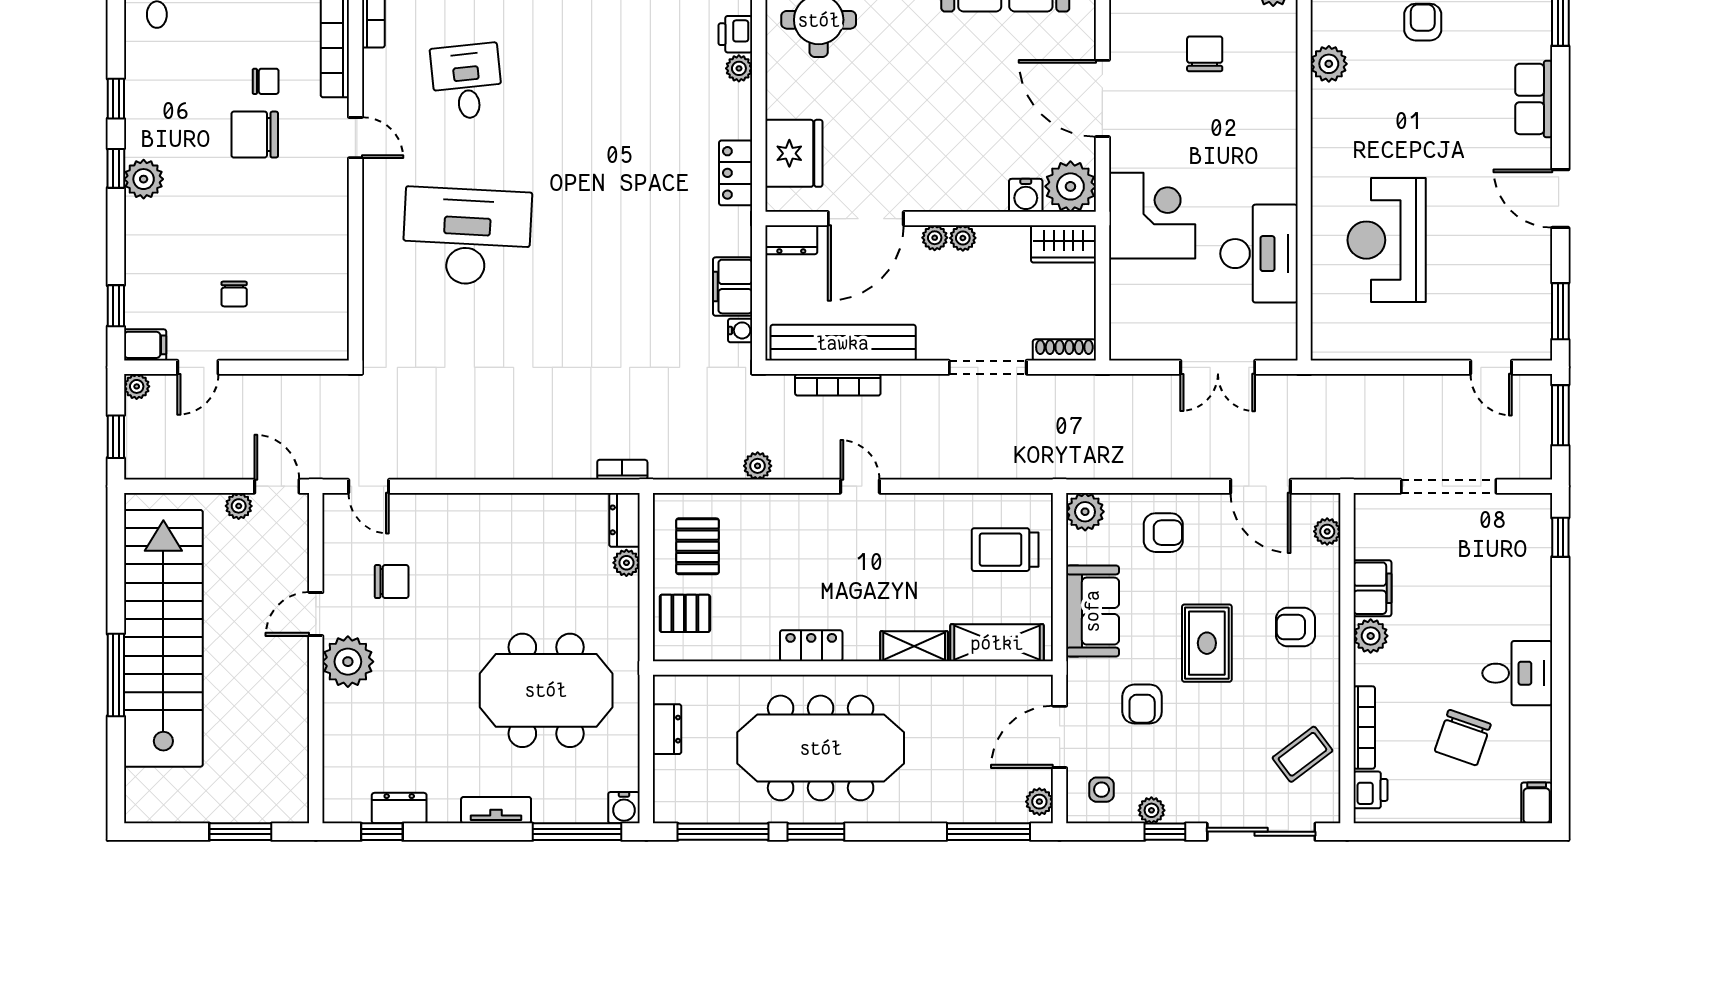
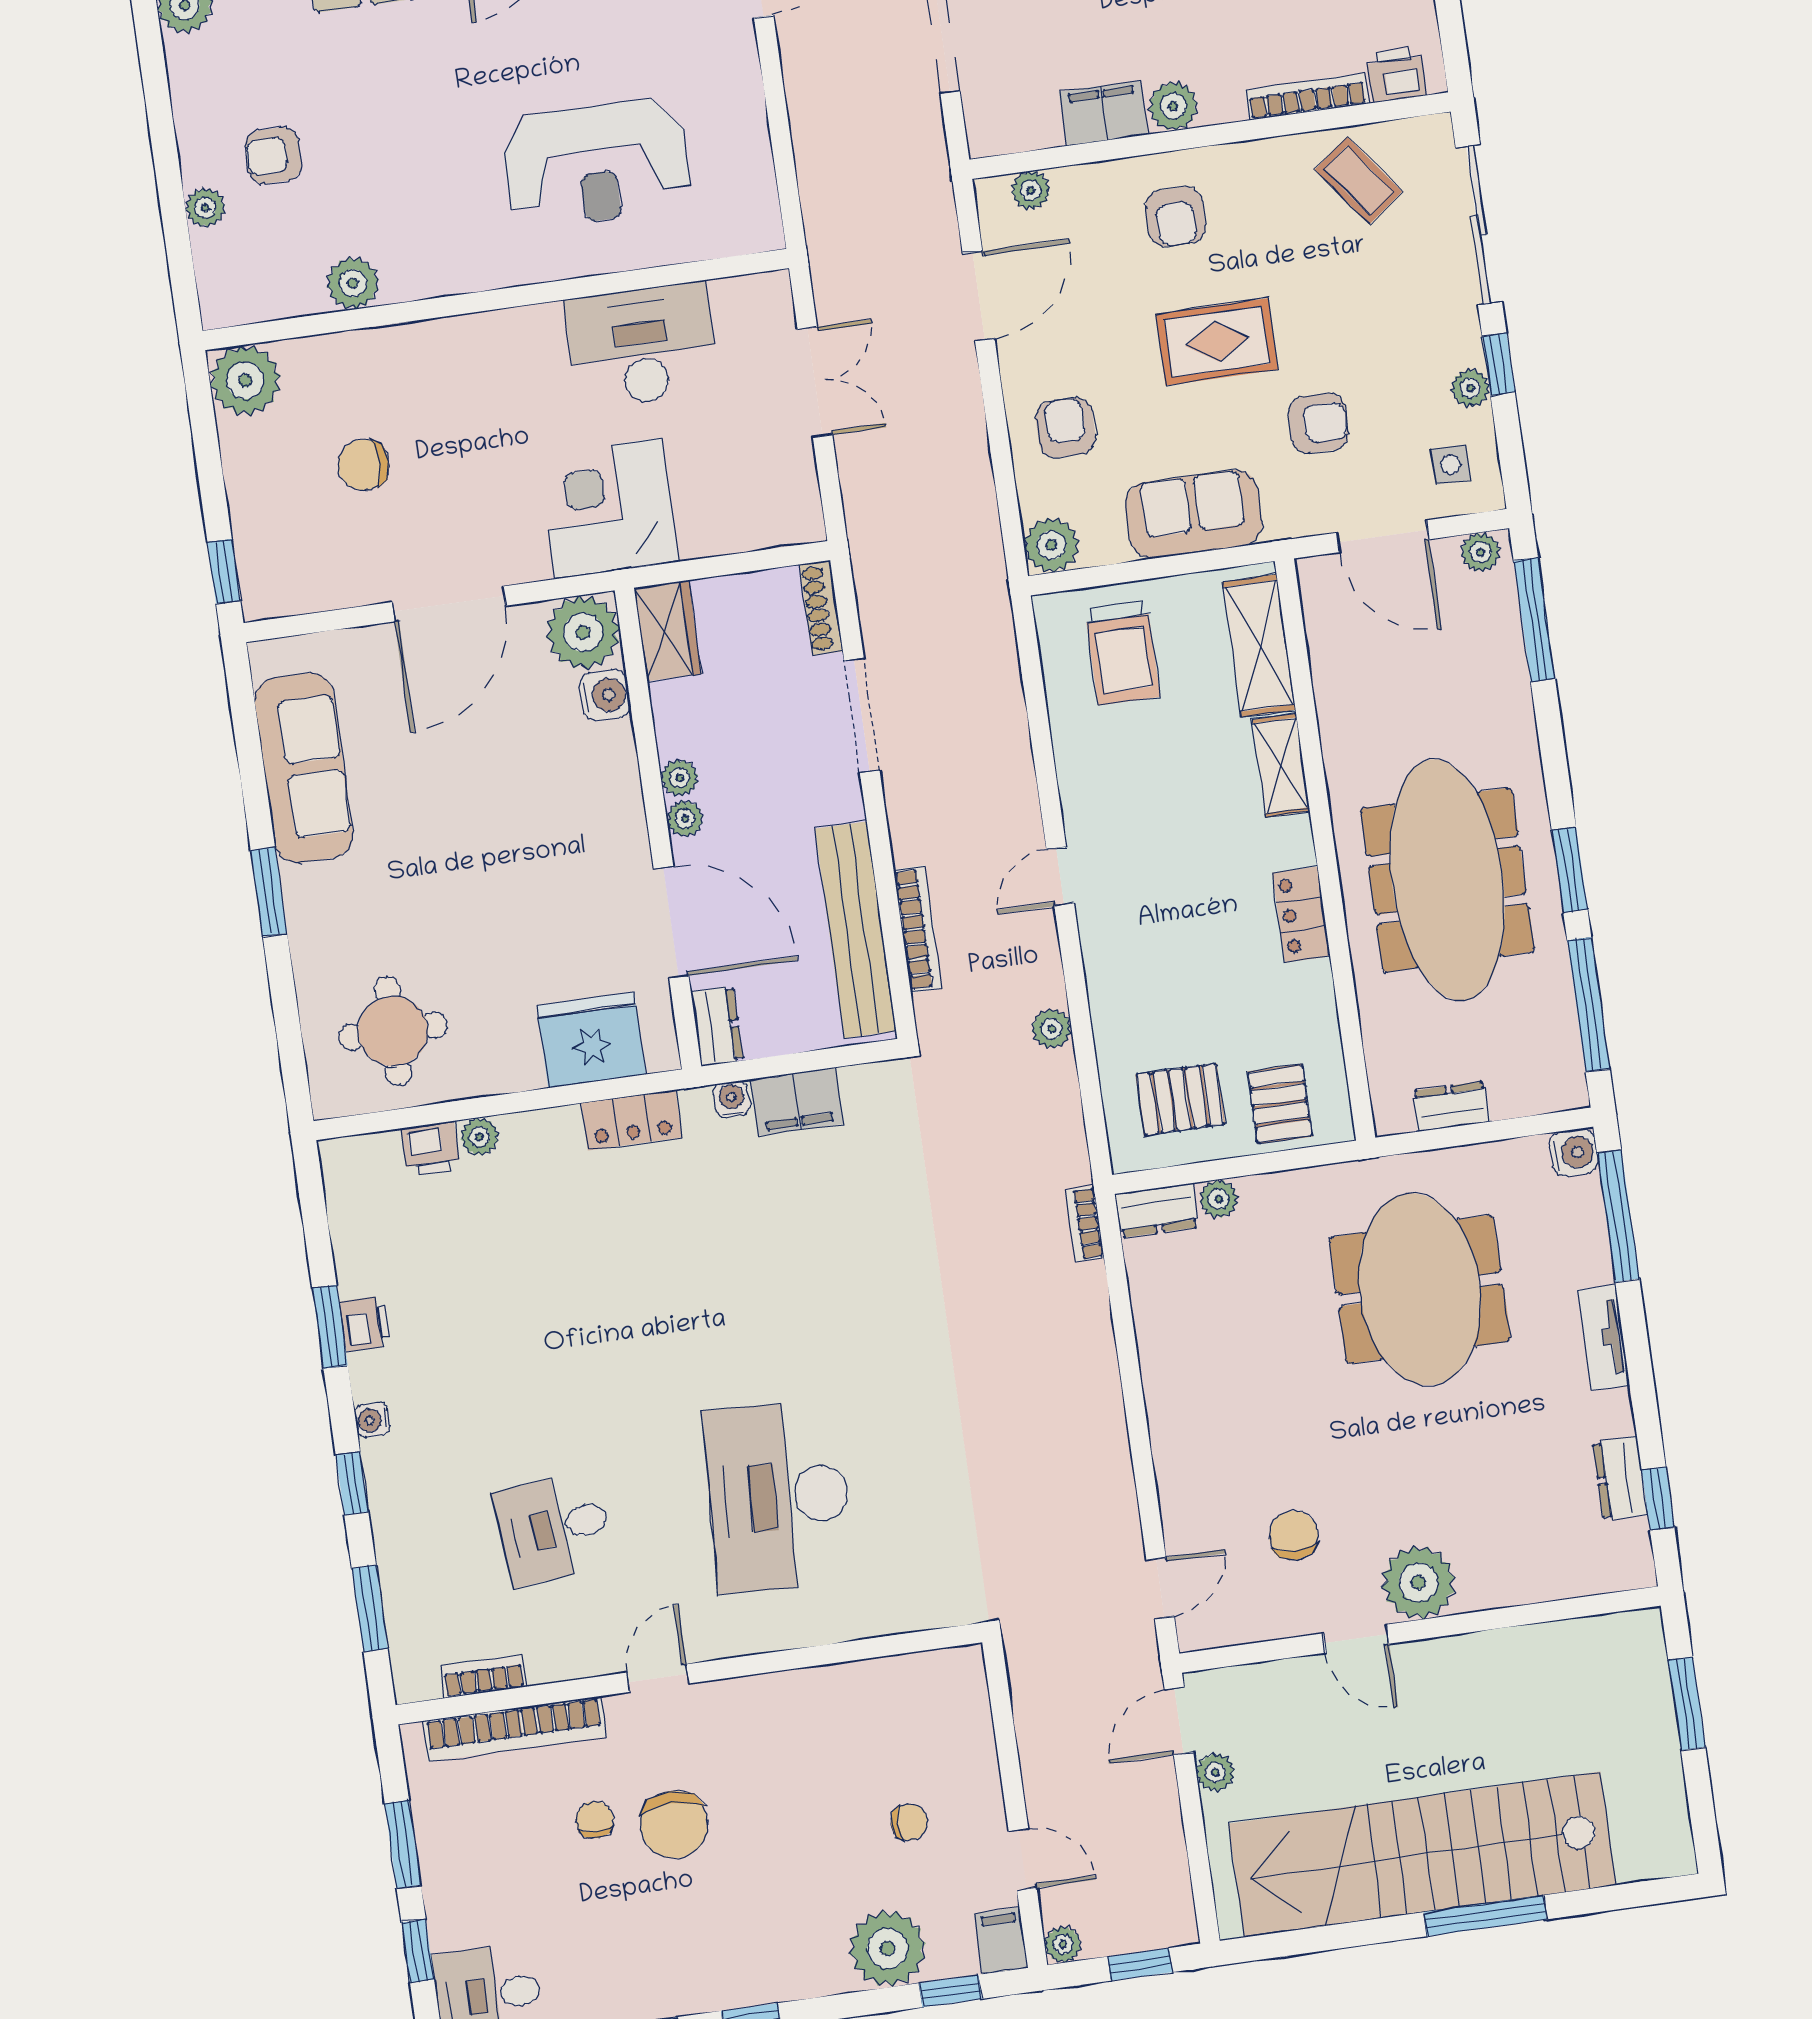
plant: (144, 179) -> (888, 1948), moved, width x1.36, depth x1.36
water cooler: (740, 330) -> (732, 1099), moved

